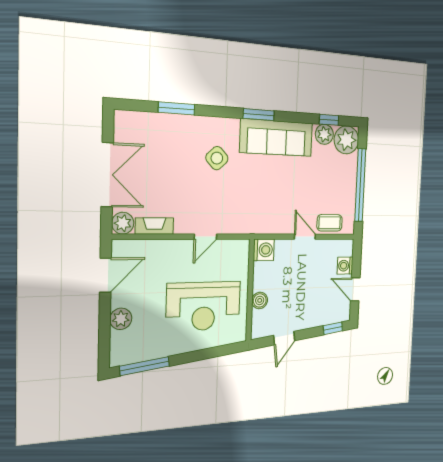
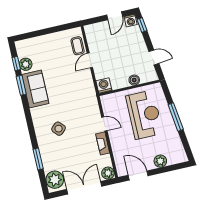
window: (259, 115) -> (21, 85), moved
sofa: (277, 138) -> (35, 89), width x0.73
plant: (346, 140) -> (55, 180), moved
window: (360, 185) -> (49, 31), removed
fireplace: (154, 226) -> (103, 143), moved
washing machine: (345, 266) -> (131, 21), moved
window: (145, 366) -> (176, 117), moved

